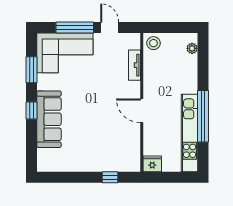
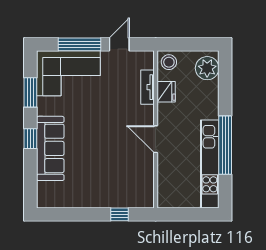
door: (110, 27) -> (119, 44), hinge flipped
plant: (192, 48) -> (207, 68), width x1.88, depth x1.88
fridge: (152, 164) -> (166, 92), moved, turned 90

